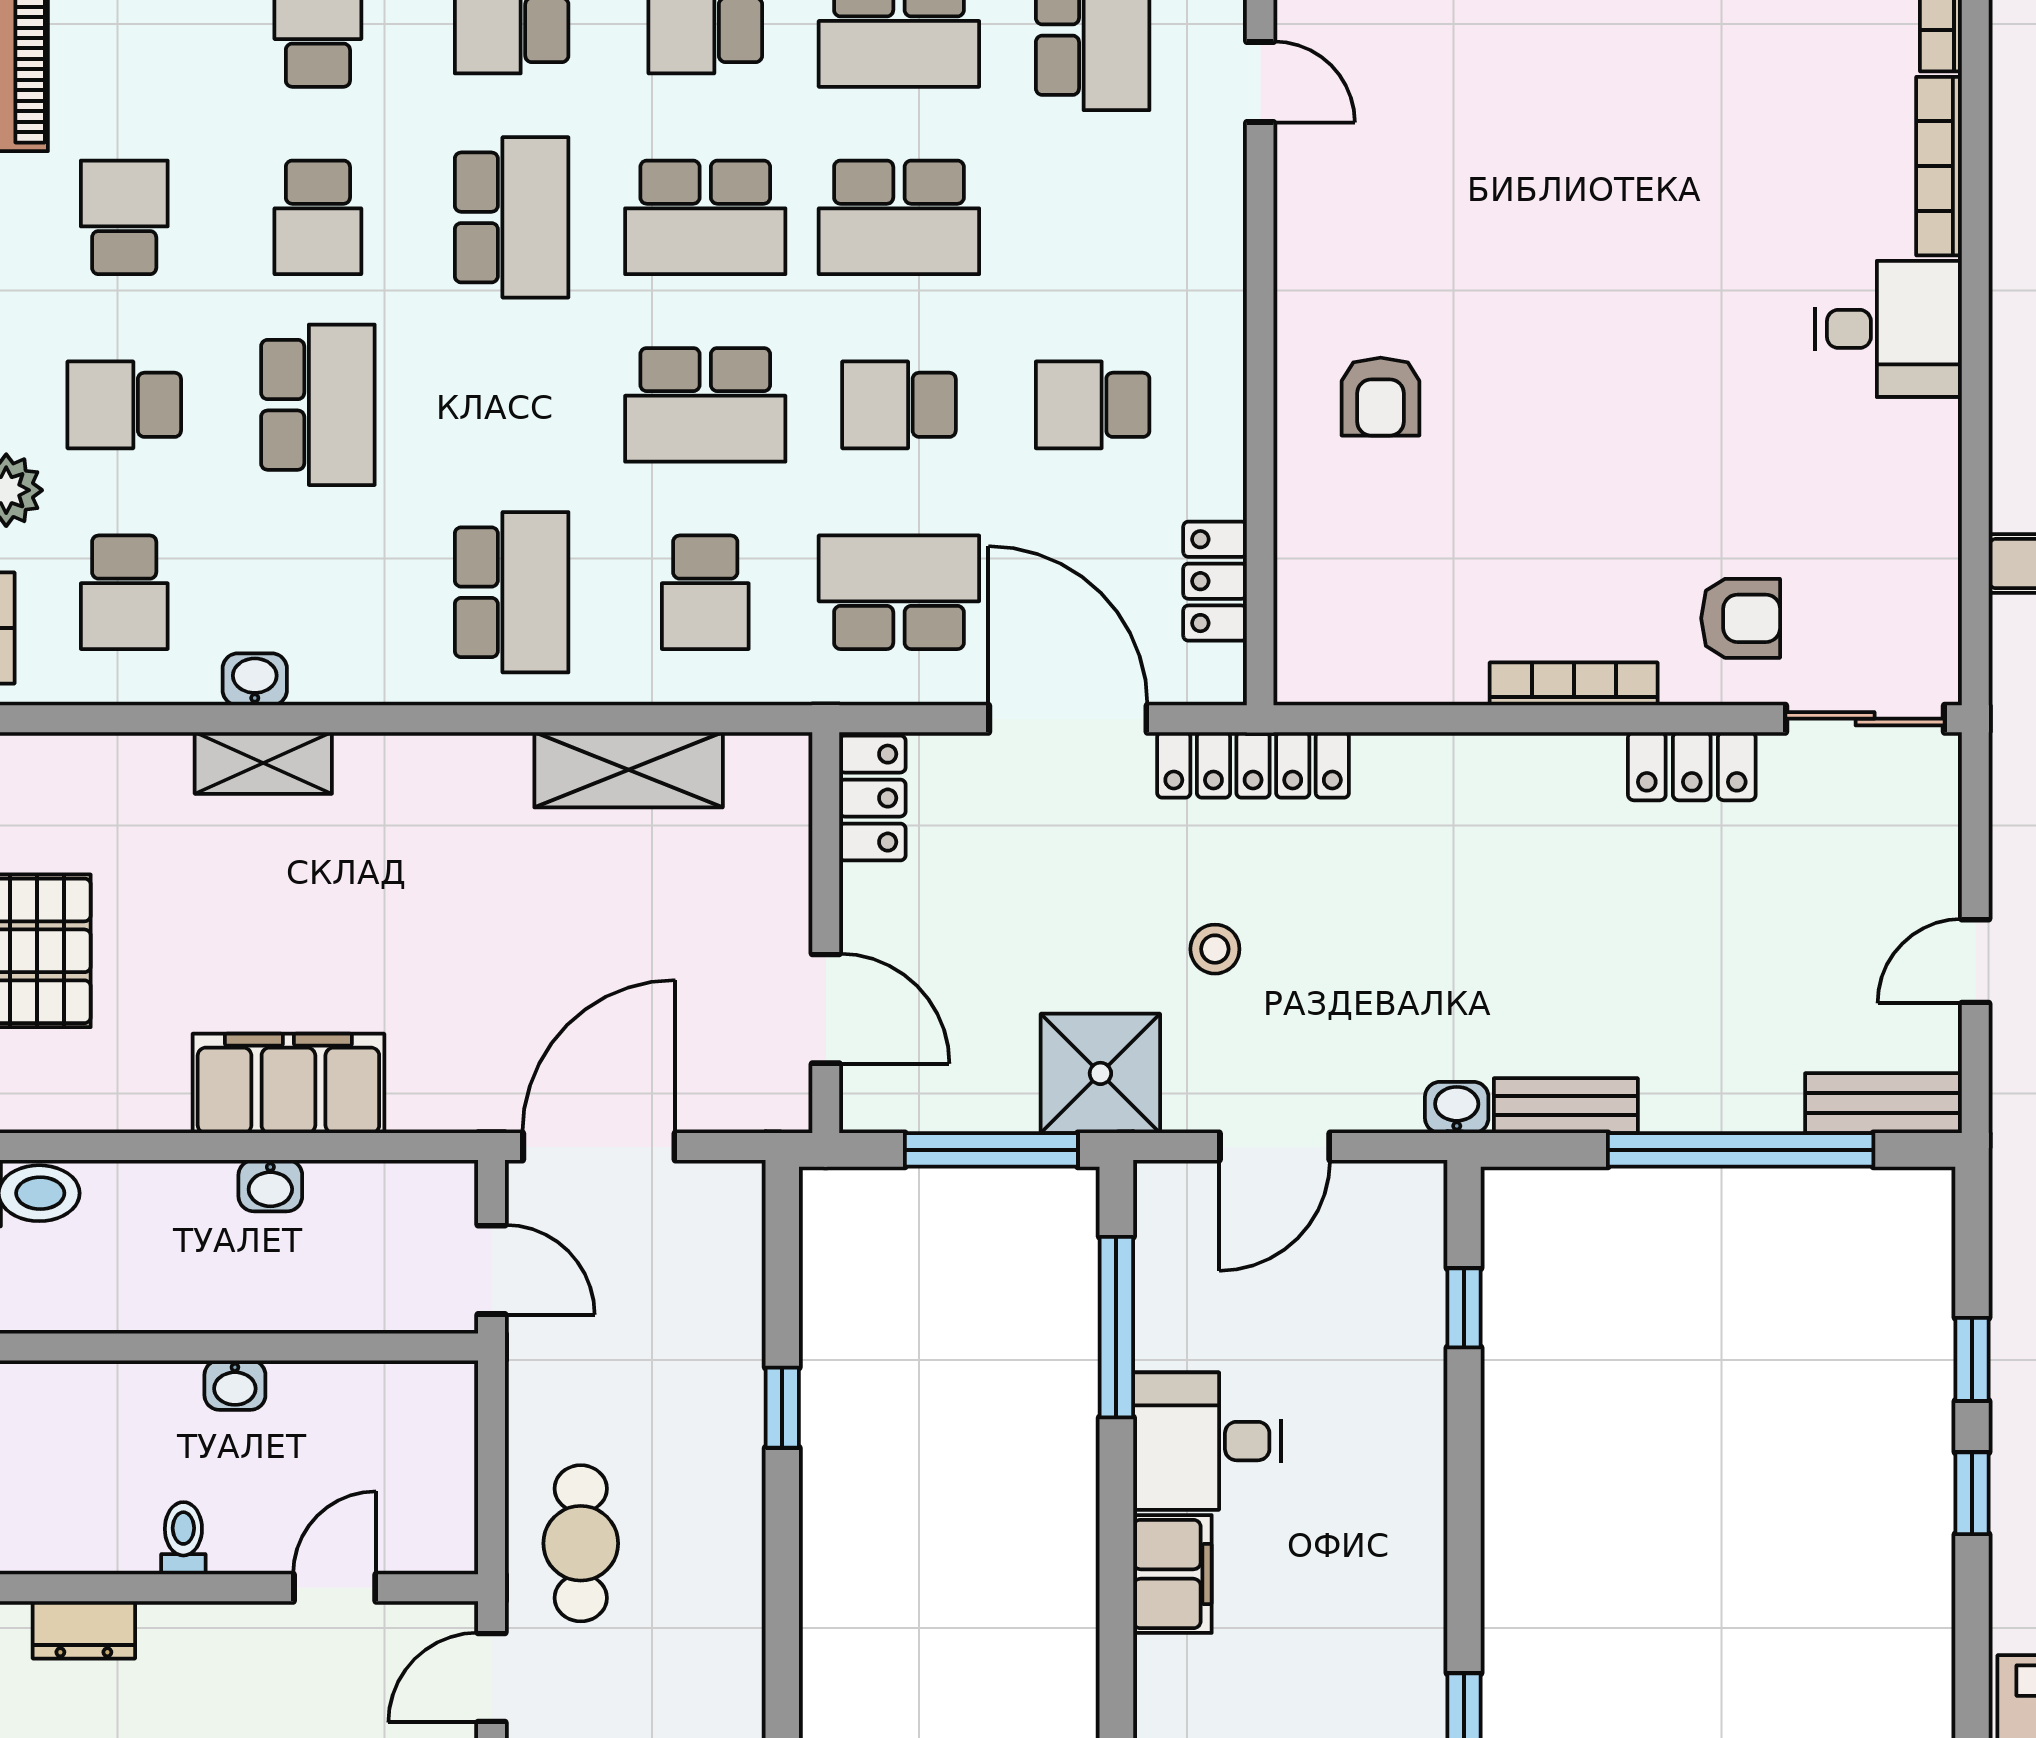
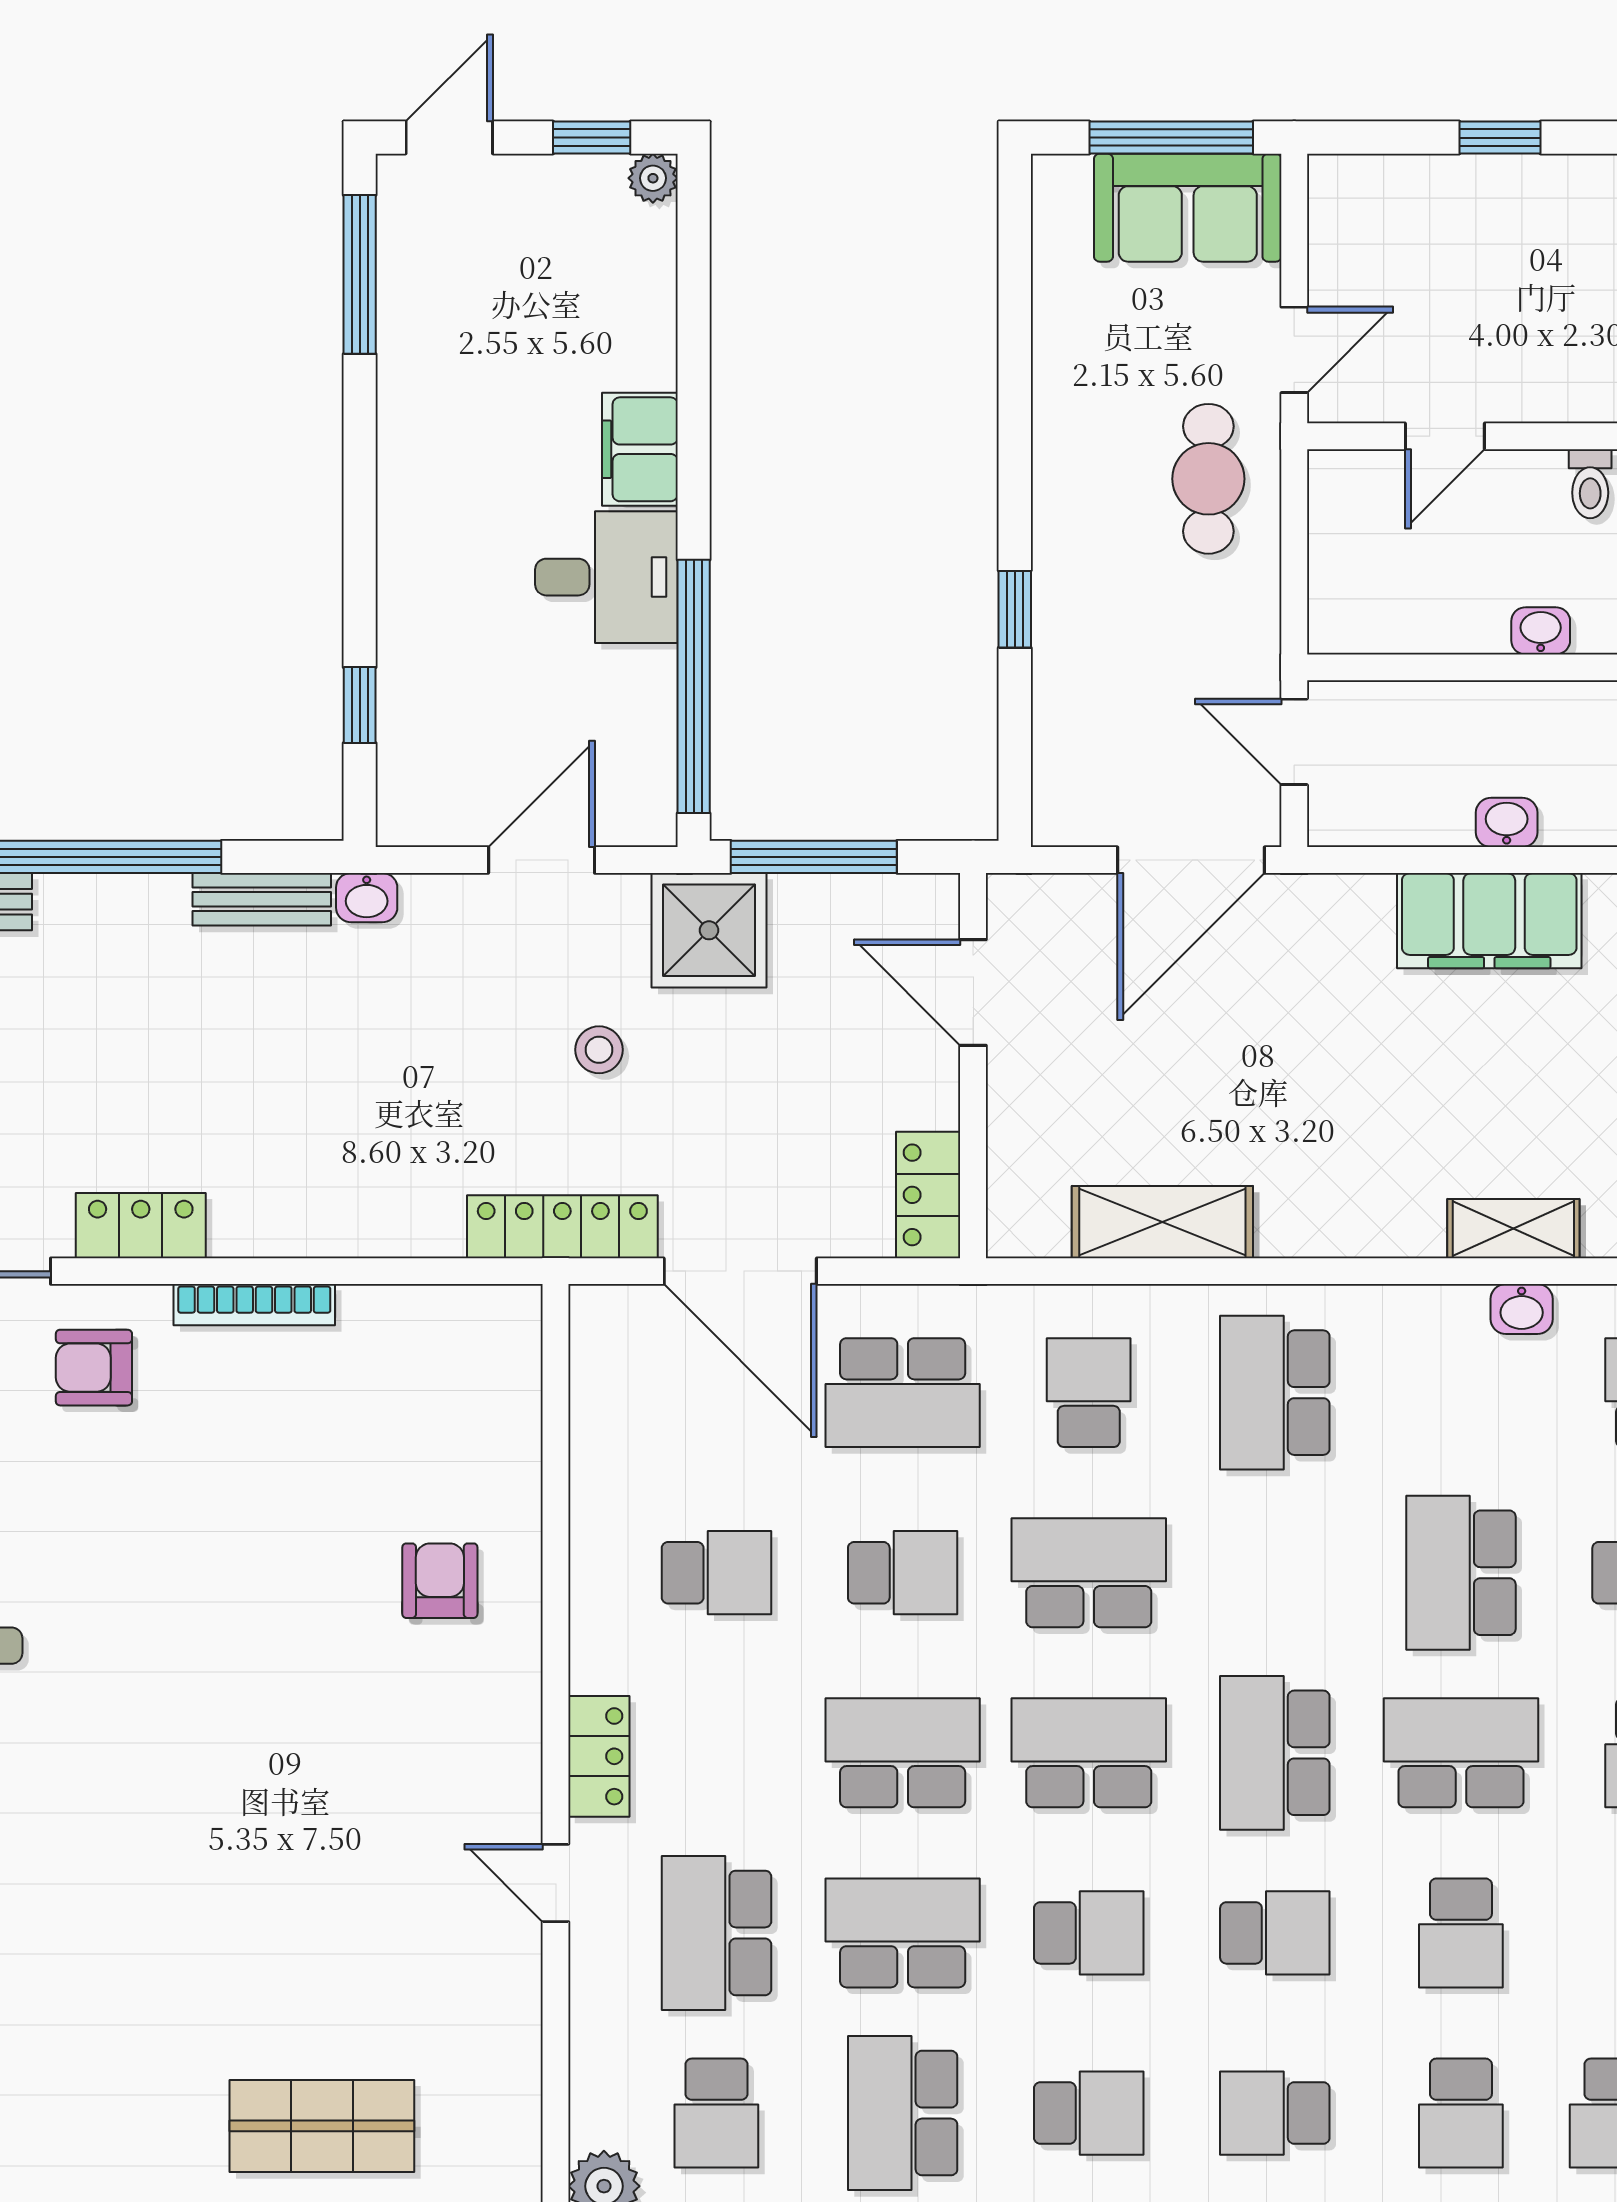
school desk: (318, 217) -> (1461, 1753), width x1.85
locker: (1215, 581) -> (599, 1756), moved
window: (1116, 1327) -> (694, 686), width x1.46

